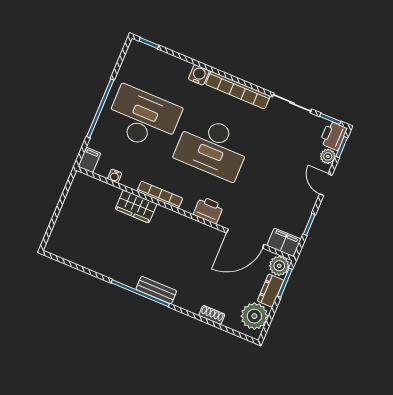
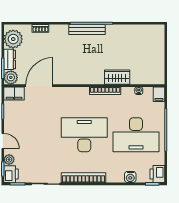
water cooler: (199, 75) -> (130, 177), moved
printer: (208, 210) -> (157, 174), moved, turned 90
bench: (156, 290) -> (87, 30), width x1.36

